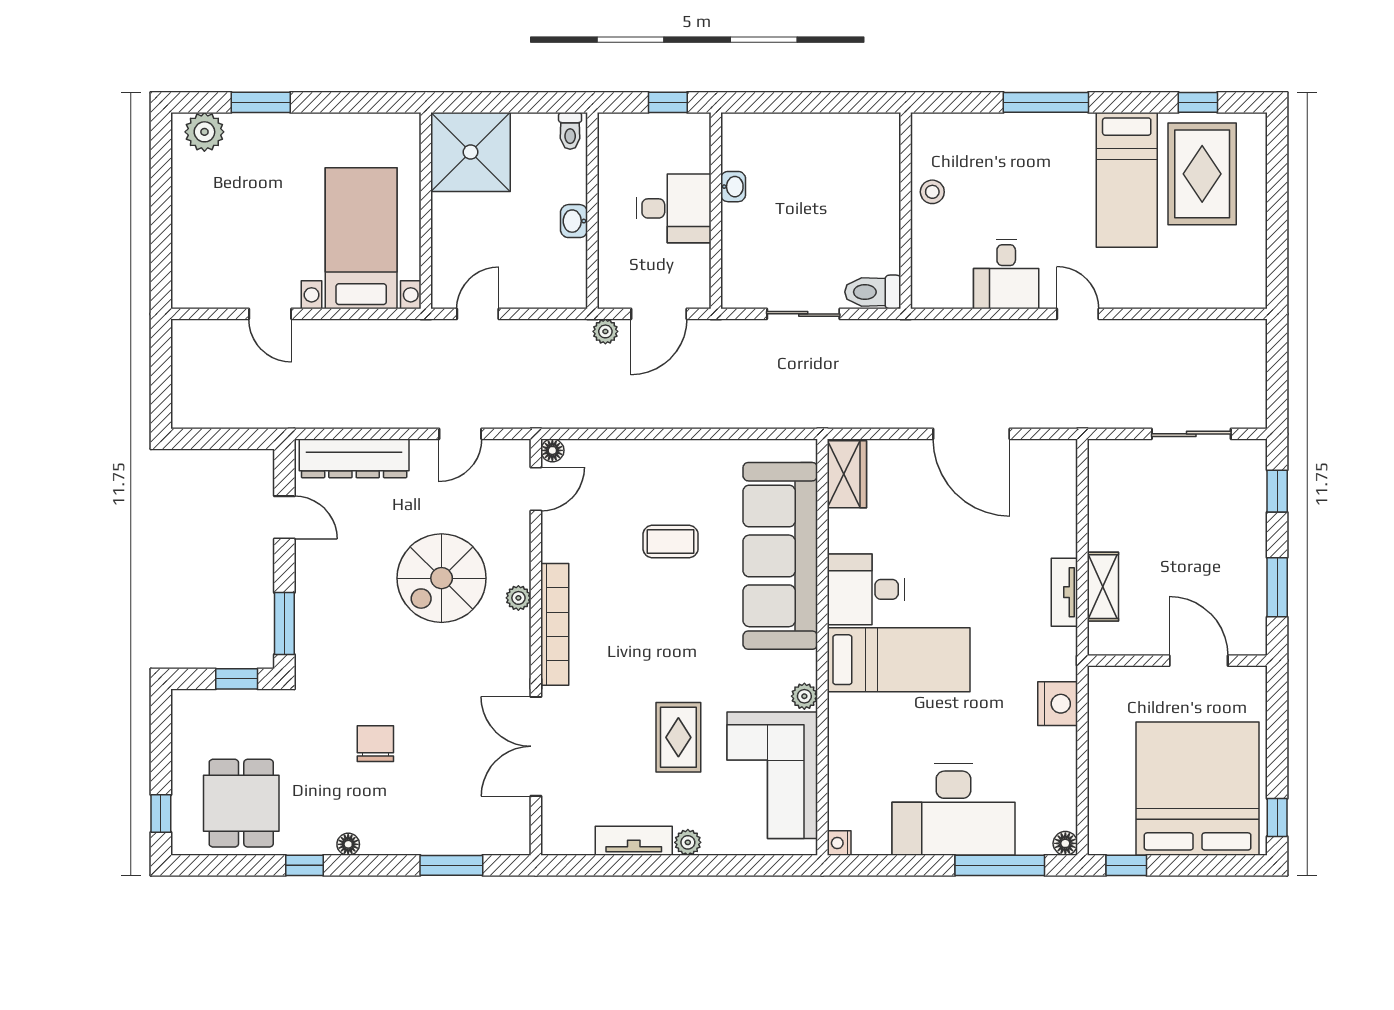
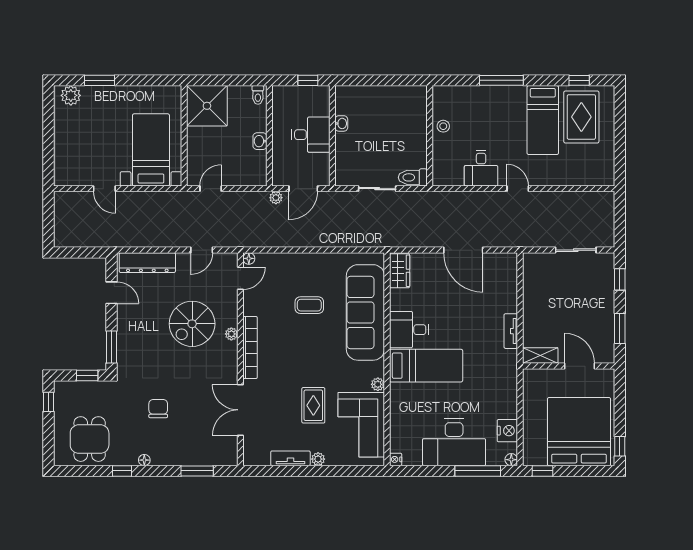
shelving: (1103, 587) -> (540, 356), moved, turned 90
nightstand: (1058, 704) -> (507, 431), moved
window: (161, 814) -> (49, 402), moved

